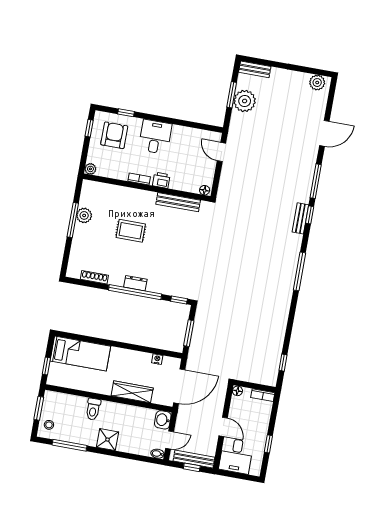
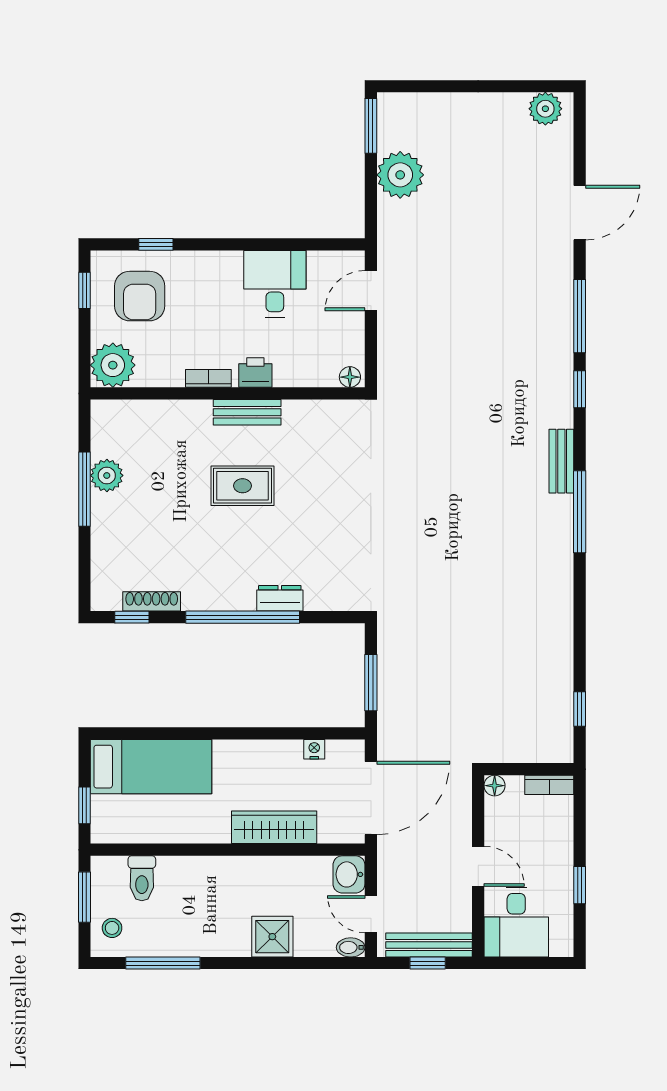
bench: (255, 69) -> (409, 105), removed
window: (232, 95) -> (371, 126), moved
armchair: (114, 135) -> (140, 296), turned 180
desk: (155, 137) -> (275, 284), moved
door: (221, 152) -> (371, 291), hinge flipped
plant: (90, 169) -> (113, 365), width x1.88, depth x1.88
bench: (178, 202) -> (247, 412), moved, width x0.73
bench: (300, 218) -> (561, 461), moved
rug: (131, 231) -> (243, 486), moved
dresser: (135, 283) -> (280, 598), moved
window: (179, 300) -> (132, 617), moved
toilet: (93, 409) -> (142, 878), moved
shower: (107, 440) -> (272, 937), moved
door: (170, 440) -> (371, 914), swing flipped

